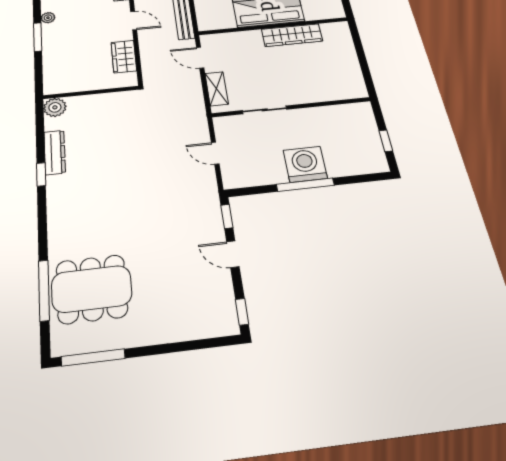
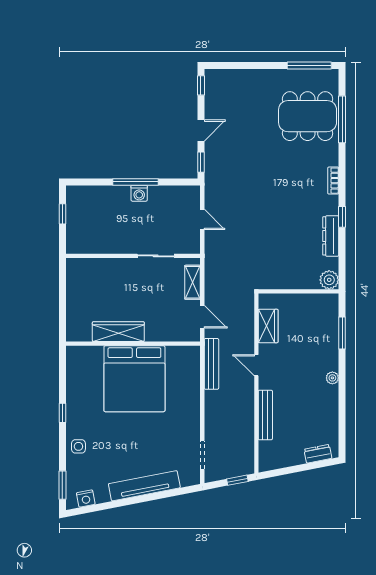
window: (38, 37) -> (342, 333), moved
washing machine: (305, 164) -> (139, 193), width x0.53, depth x0.53
bookcase: (54, 214) -> (333, 181), added
door: (233, 254) -> (201, 130), hinge flipped

